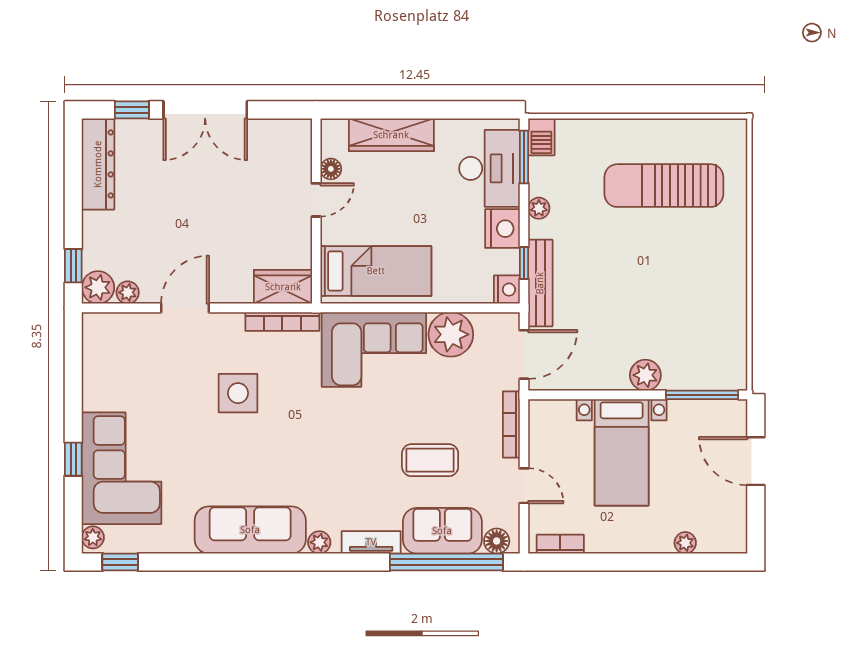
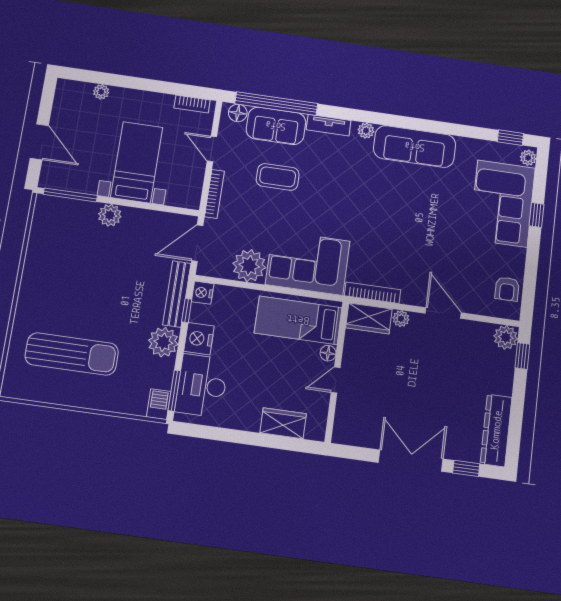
wardrobe: (391, 135) -> (283, 423), width x0.67
floor lamp: (331, 169) -> (328, 353), moved
plant: (539, 208) -> (163, 342), width x1.88, depth x1.88
plant: (128, 292) -> (401, 319), moved
door: (185, 308) -> (443, 313), swing flipped
armchair: (103, 352) -> (507, 289), added
side table: (238, 393) -> (412, 245), removed

